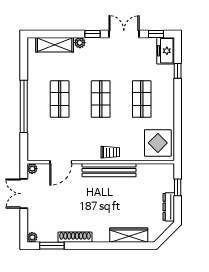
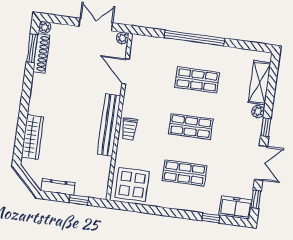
shoe rack: (75, 237) -> (41, 53), moved

